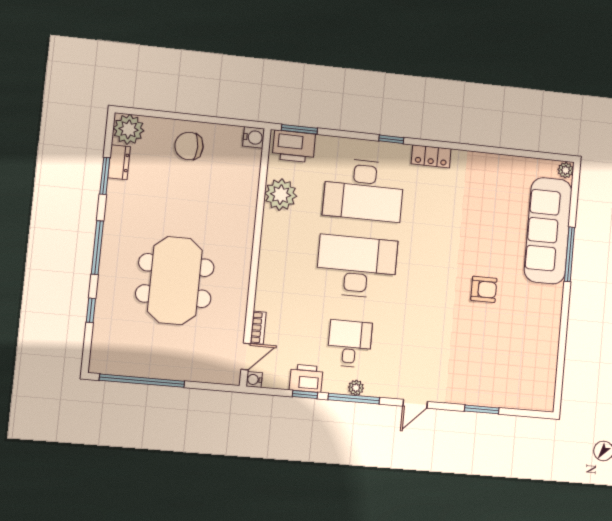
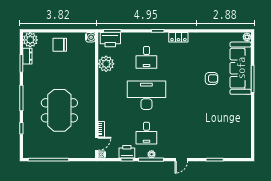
desk: (364, 190) -> (146, 57), width x0.53, depth x0.77
armchair: (484, 289) -> (211, 78), moved
desk: (350, 344) -> (146, 133), turned 180

